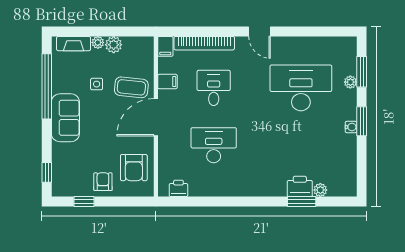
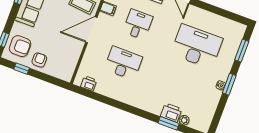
plant: (350, 82) -> (232, 55), removed
armchair: (134, 168) -> (20, 46), moved, turned -90

